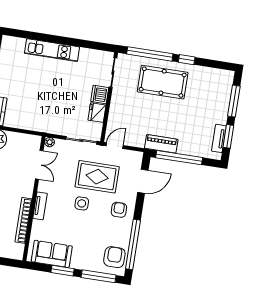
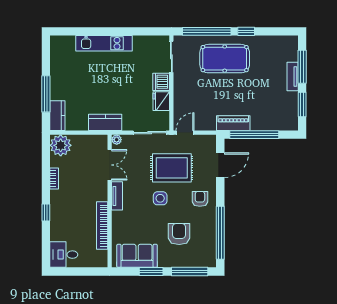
kitchen counter: (41, 124) -> (105, 122), added
tv unit: (219, 138) -> (293, 77), moved
tv unit: (40, 206) -> (117, 196), moved
armchair: (114, 257) -> (179, 234), moved

